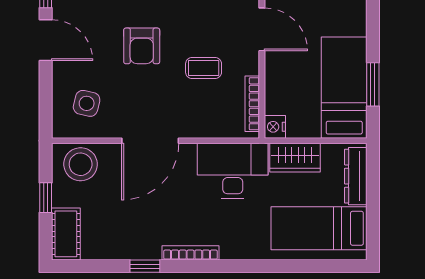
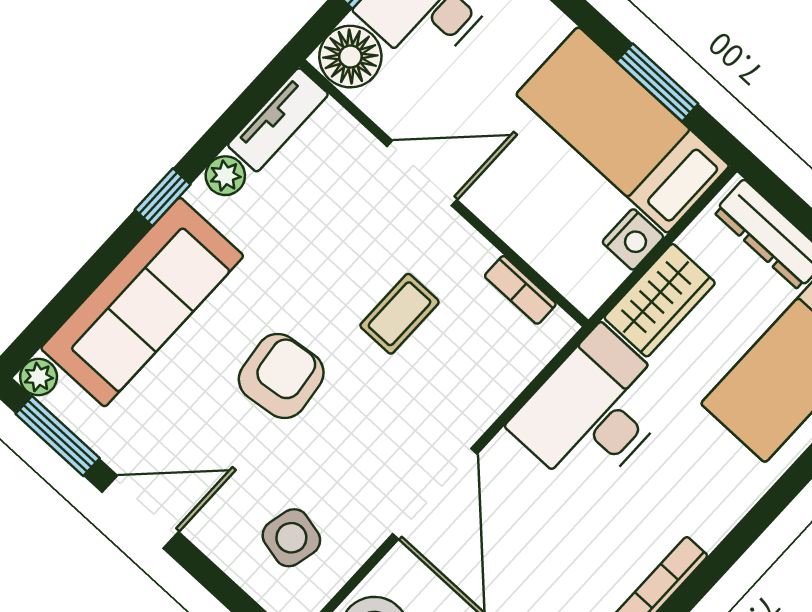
armchair: (142, 46) -> (281, 376), turned -97
bookcase: (252, 104) -> (520, 290), width x0.64
nightstand: (275, 127) -> (633, 239), moved, turned -90

